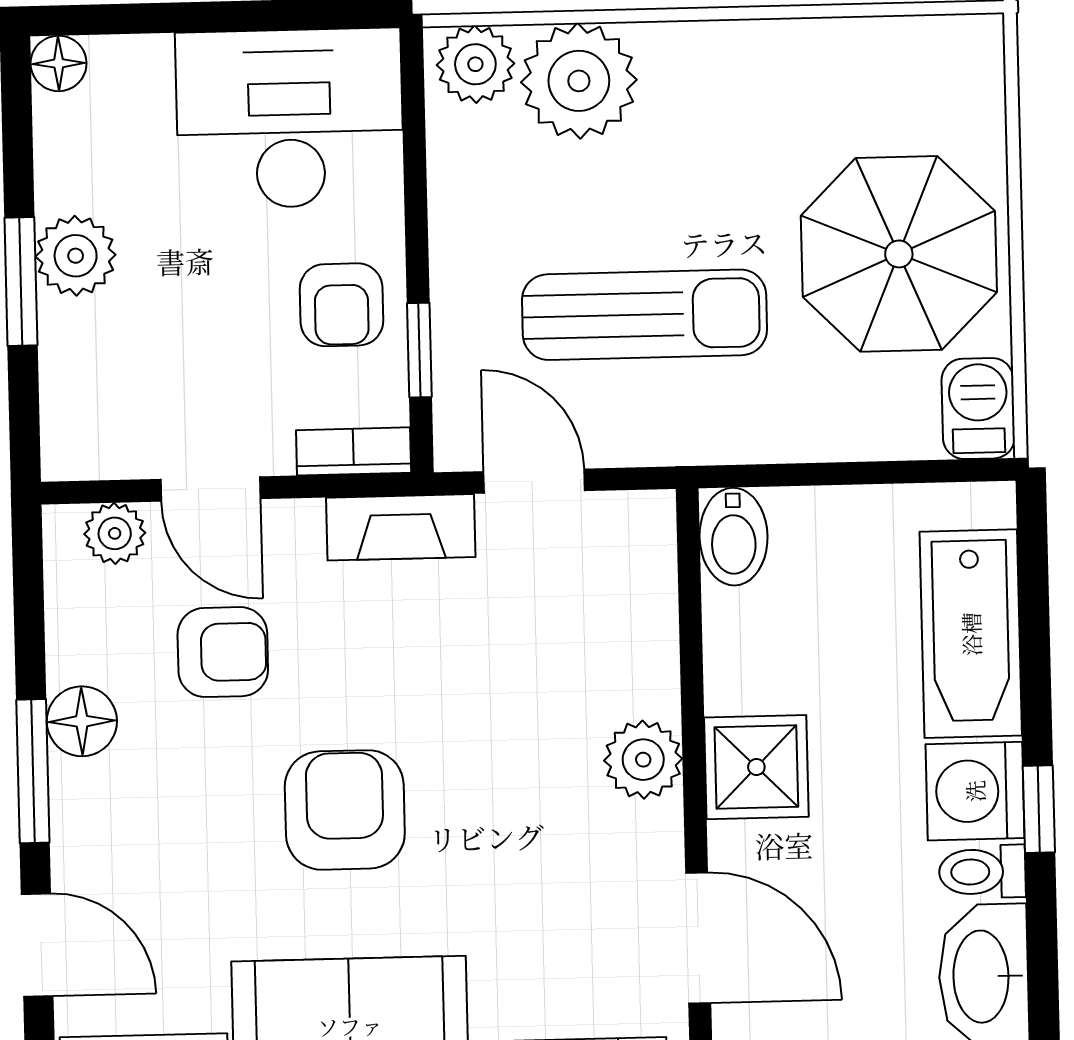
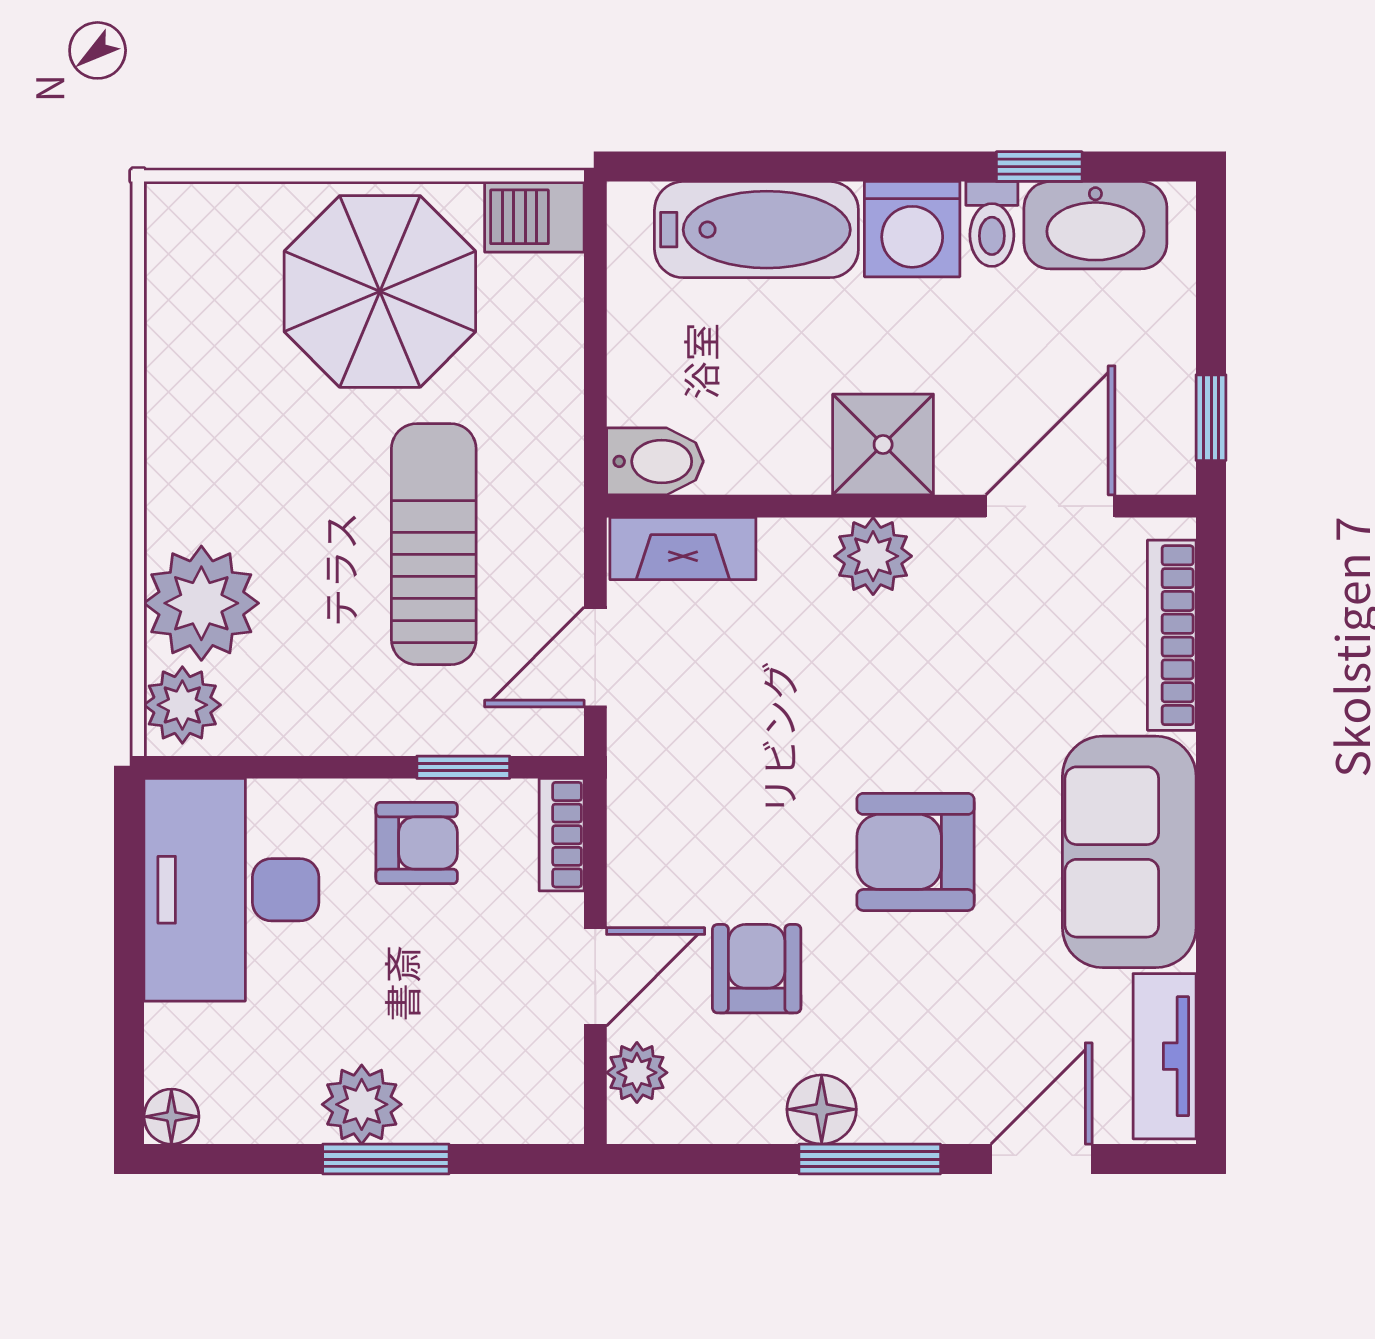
fireplace: (401, 527) -> (683, 548), moved, turned 90
window: (1039, 809) -> (1039, 167), moved

